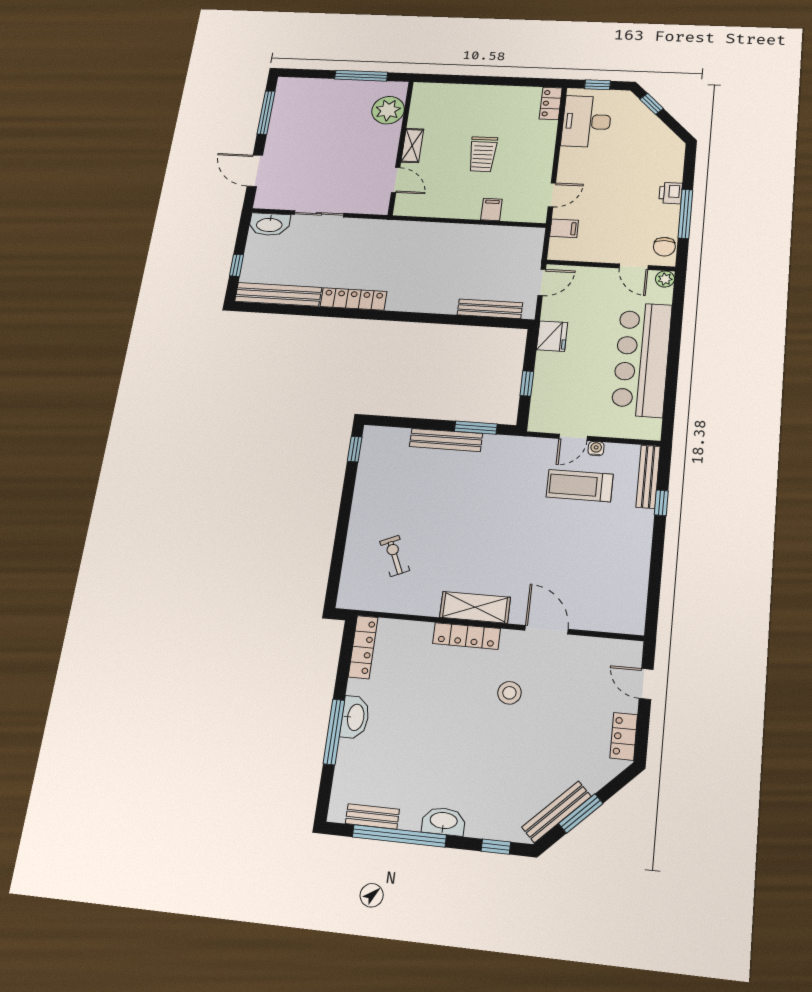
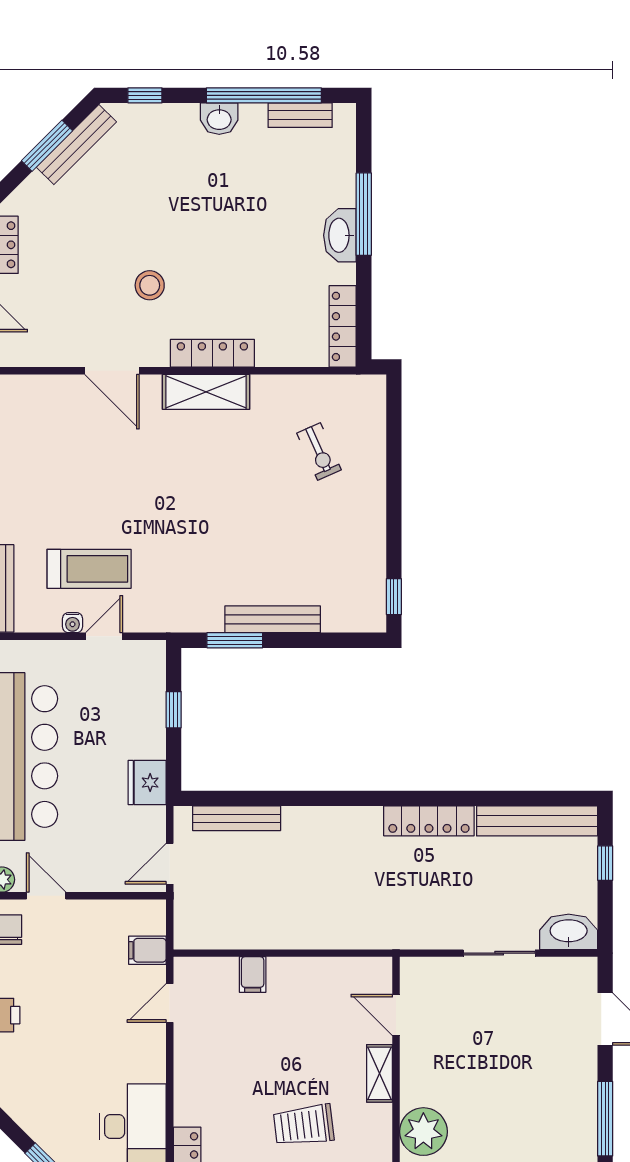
trolley: (483, 154) -> (304, 1125), moved, turned -97
washbasin: (444, 821) -> (219, 119), width x0.72

